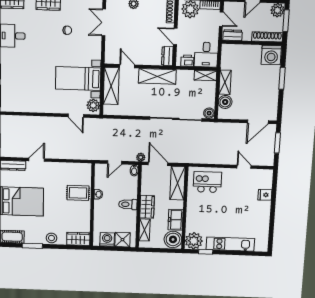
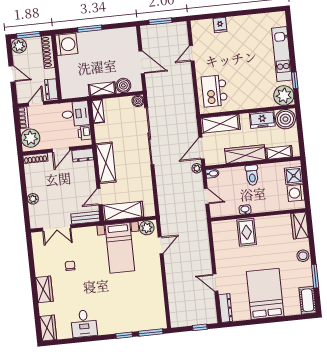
bench: (110, 51) -> (85, 218), added
door: (258, 122) -> (142, 62), moved
wardrobe: (147, 207) -> (245, 154), width x1.50

